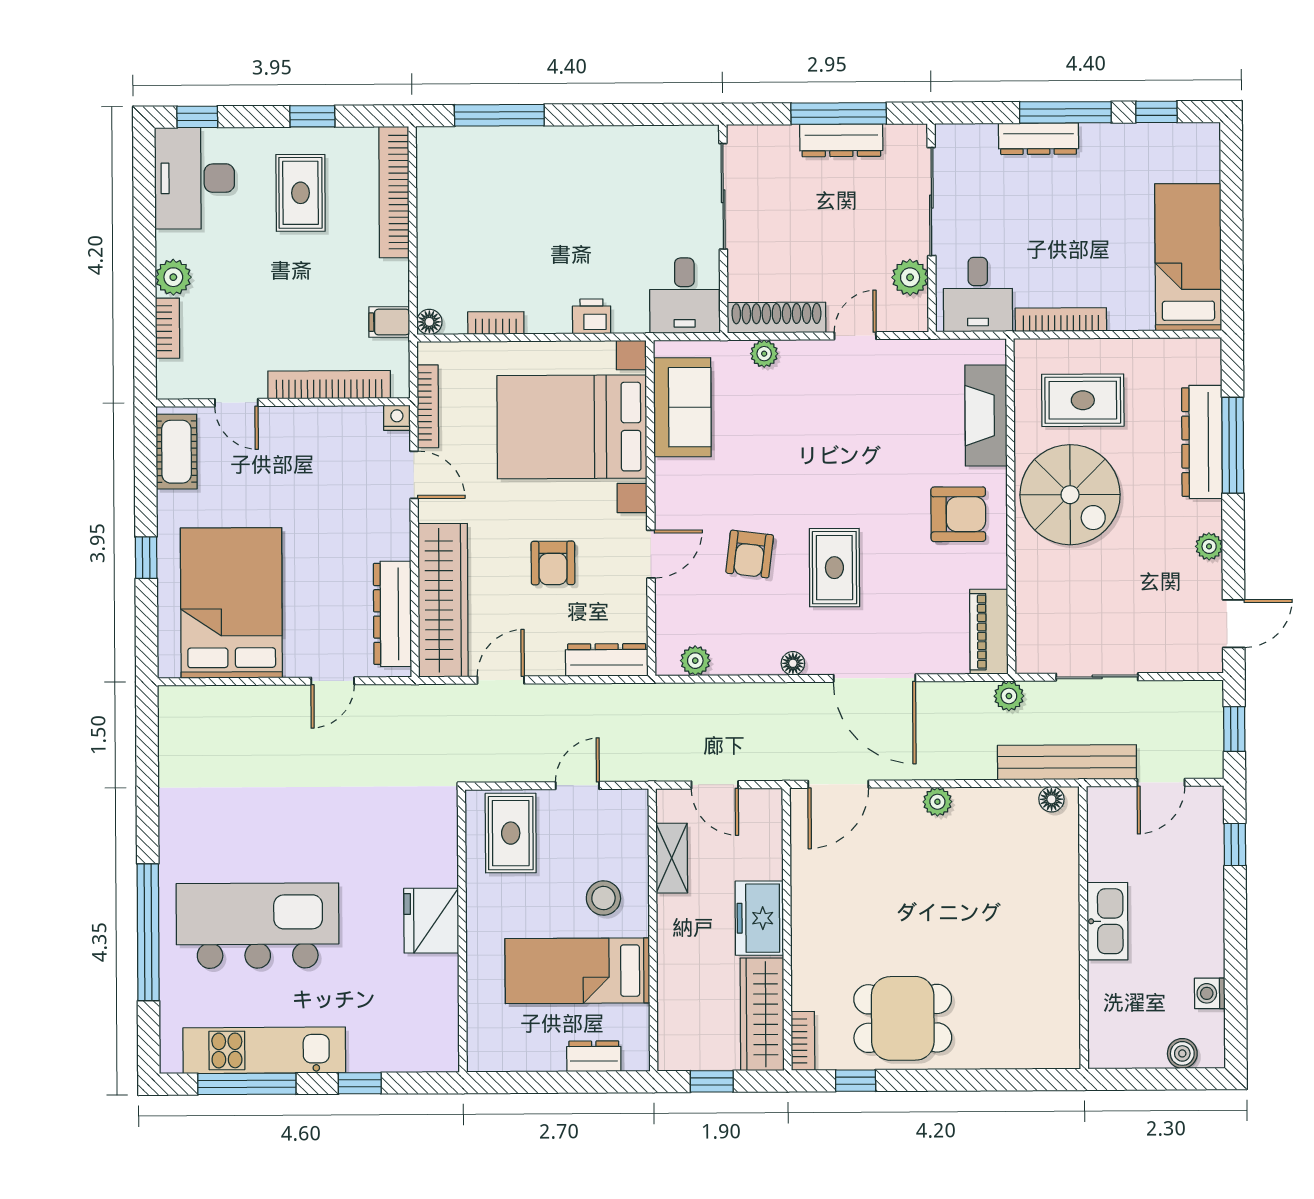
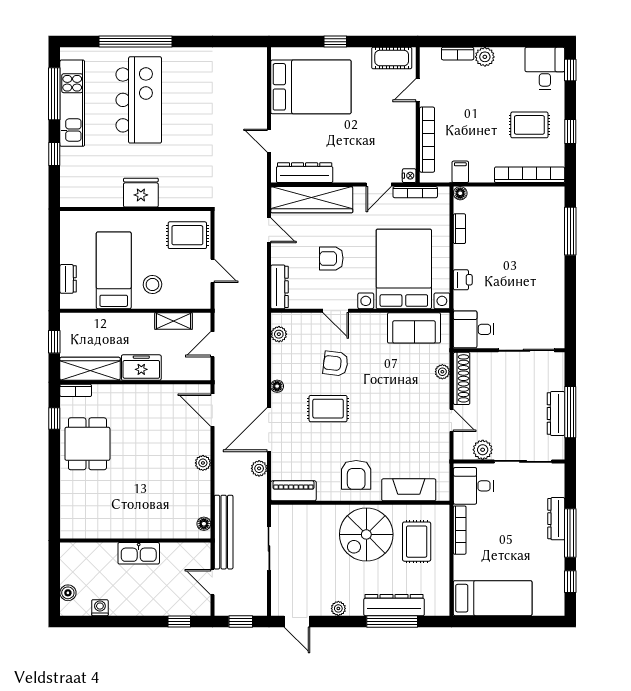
desk: (195, 178) -> (545, 68), width x0.73
plant: (1009, 696) -> (259, 468), moved

